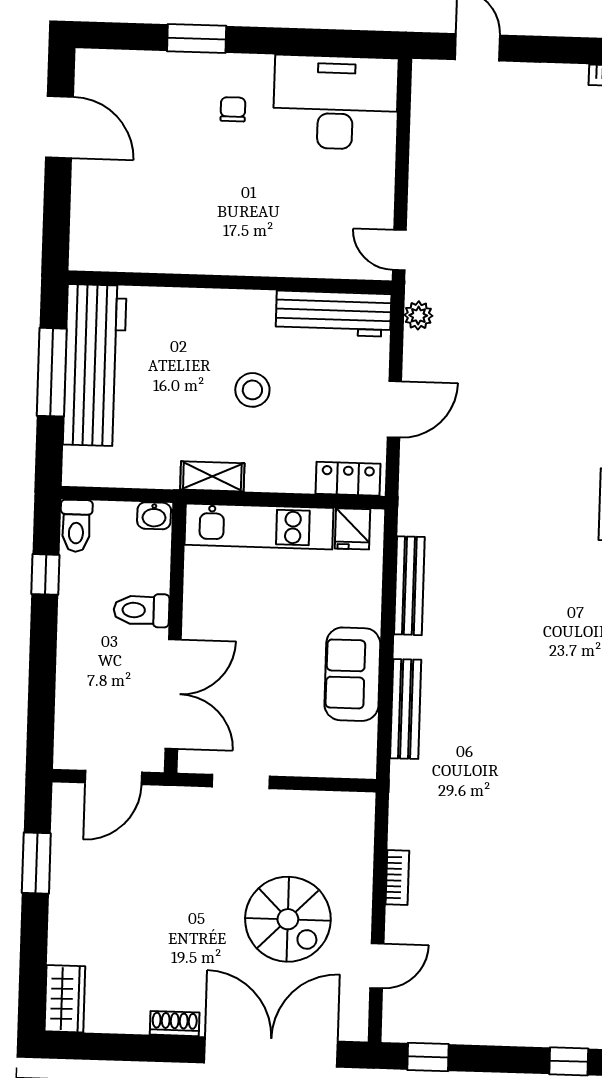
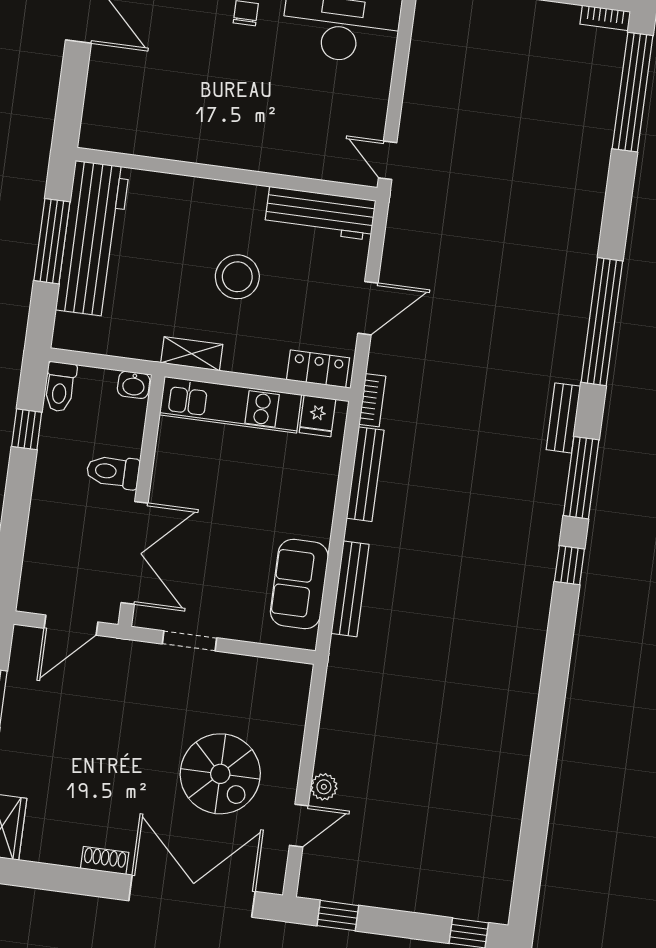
plant: (418, 315) -> (324, 787), moved
stool: (252, 390) -> (237, 277), width x1.38, depth x1.38
sofa: (352, 674) -> (299, 584), moved
bookcase: (397, 878) -> (372, 400), moved

